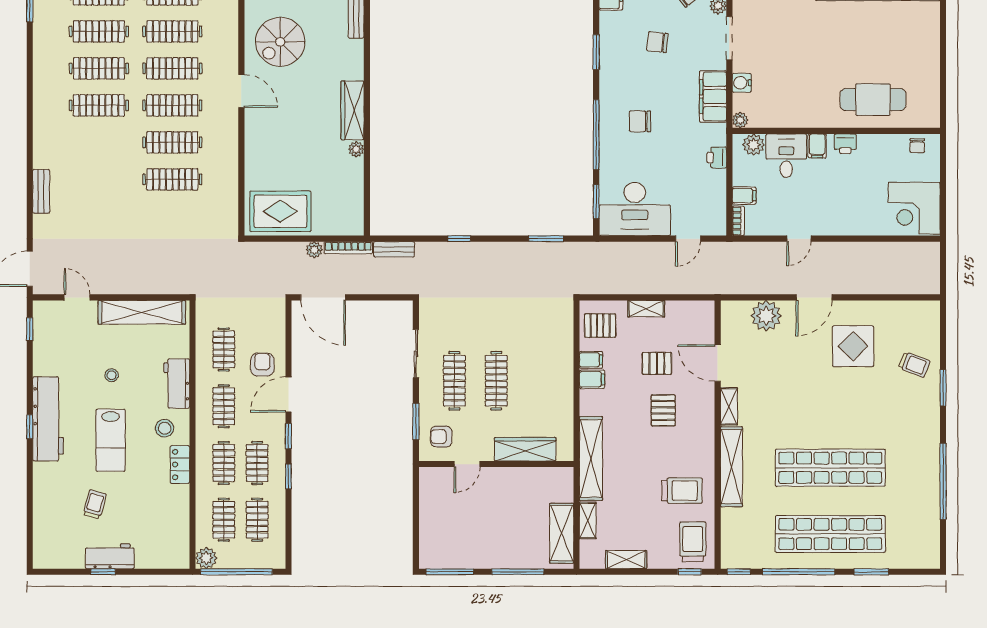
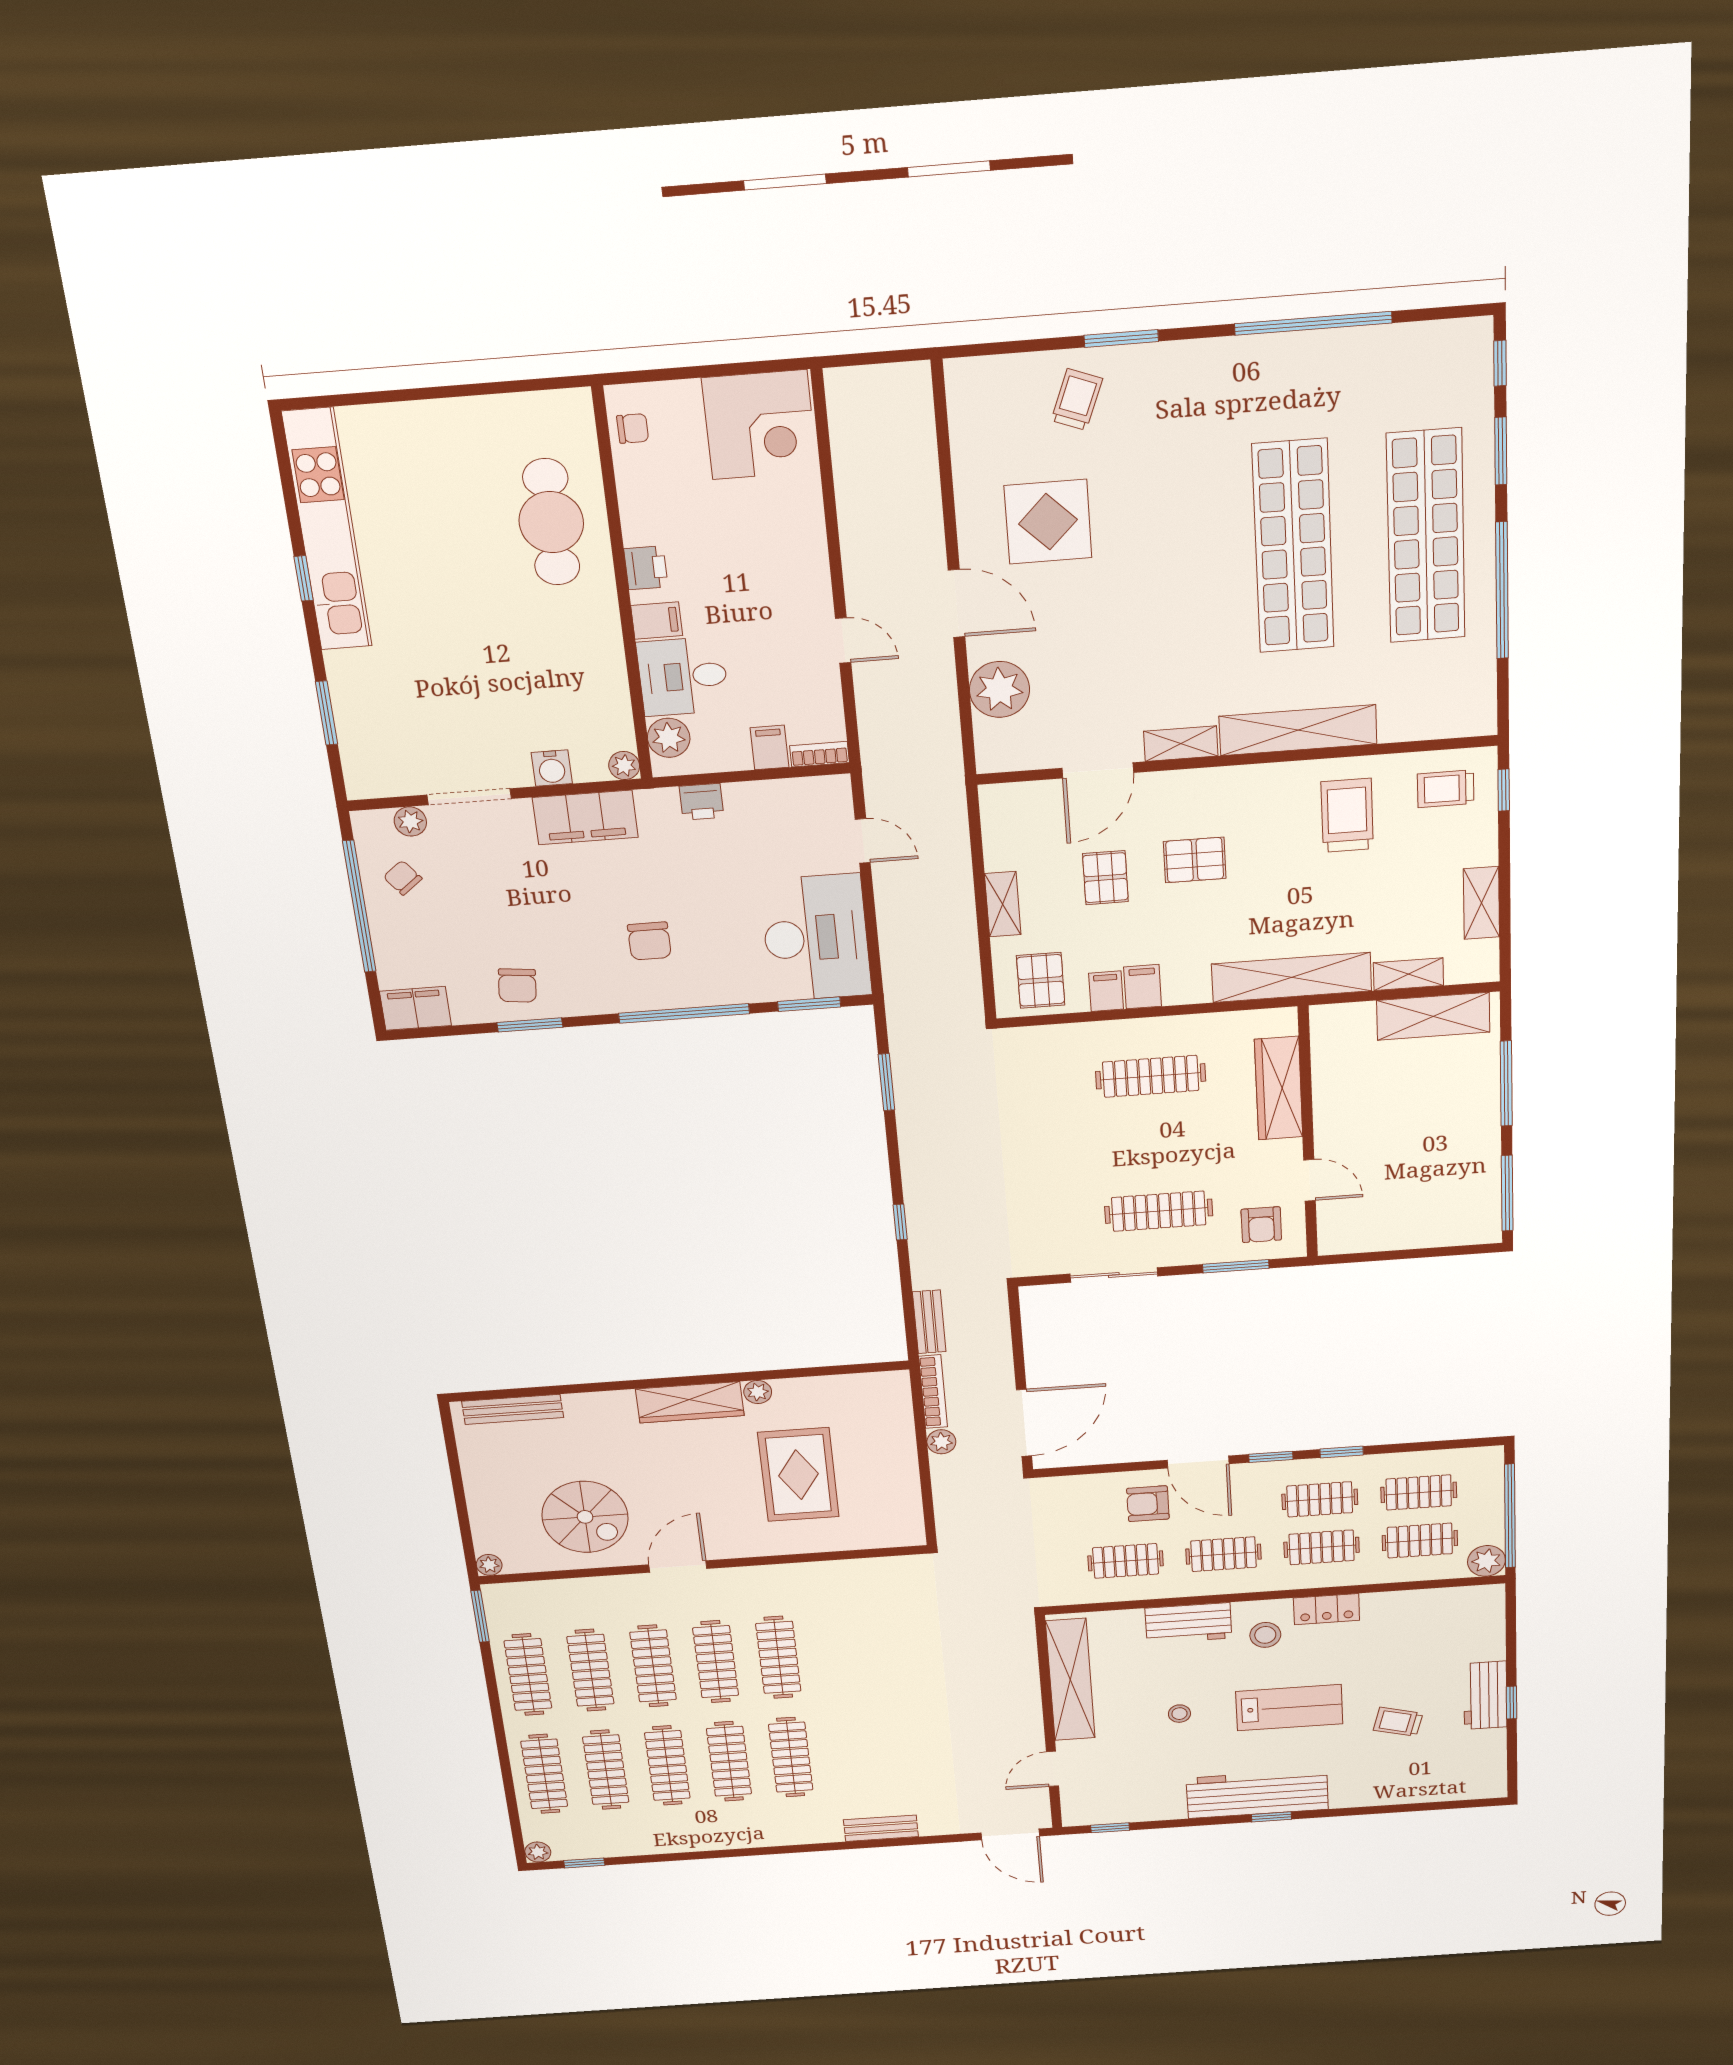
chair: (657, 42) -> (517, 985), moved
clothes rail: (172, 179) -> (791, 1757), moved
rug: (280, 211) -> (798, 1475), moved
clothes rail: (496, 381) -> (1151, 1076), moved
trolley: (693, 542) -> (1446, 789), width x0.73, depth x0.72
window: (739, 572) -> (1500, 363), moved

